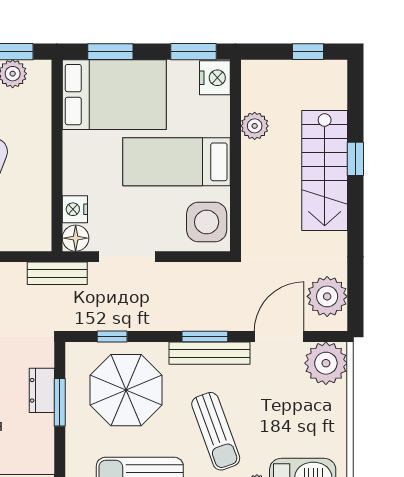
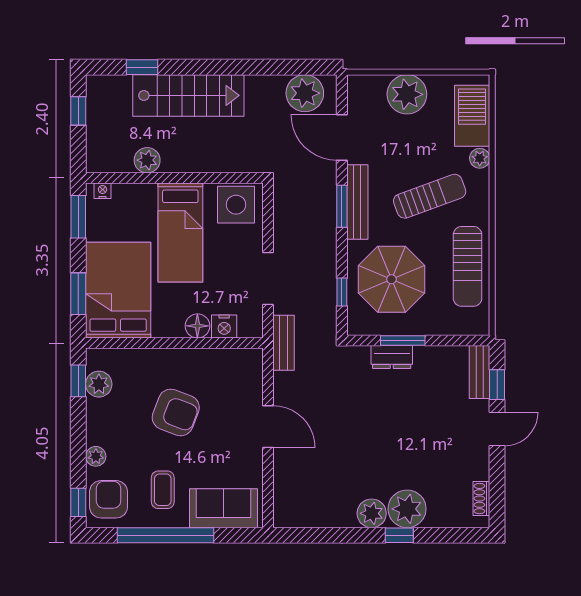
nightstand: (215, 78) -> (103, 191), width x0.53, depth x0.56
window: (355, 159) -> (142, 67), moved
floor lamp: (76, 238) -> (197, 326), moved
plant: (326, 363) -> (407, 94), moved

